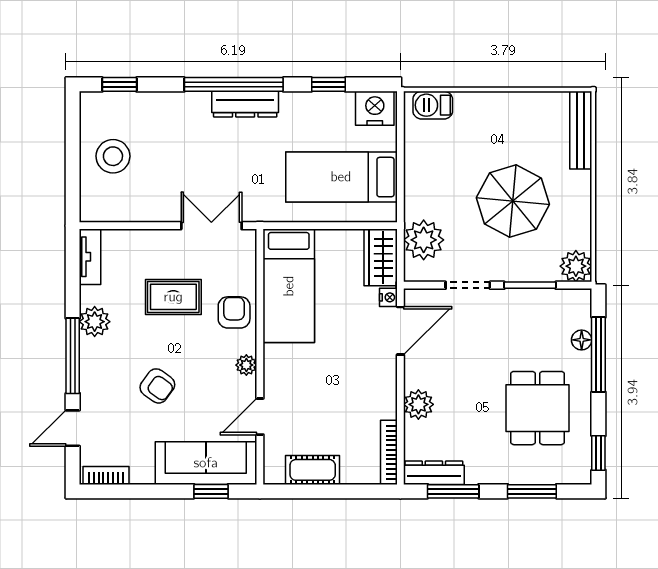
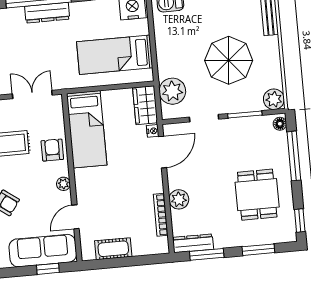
floor lamp: (582, 340) -> (280, 124), moved
bookcase: (389, 452) -> (161, 215), moved

